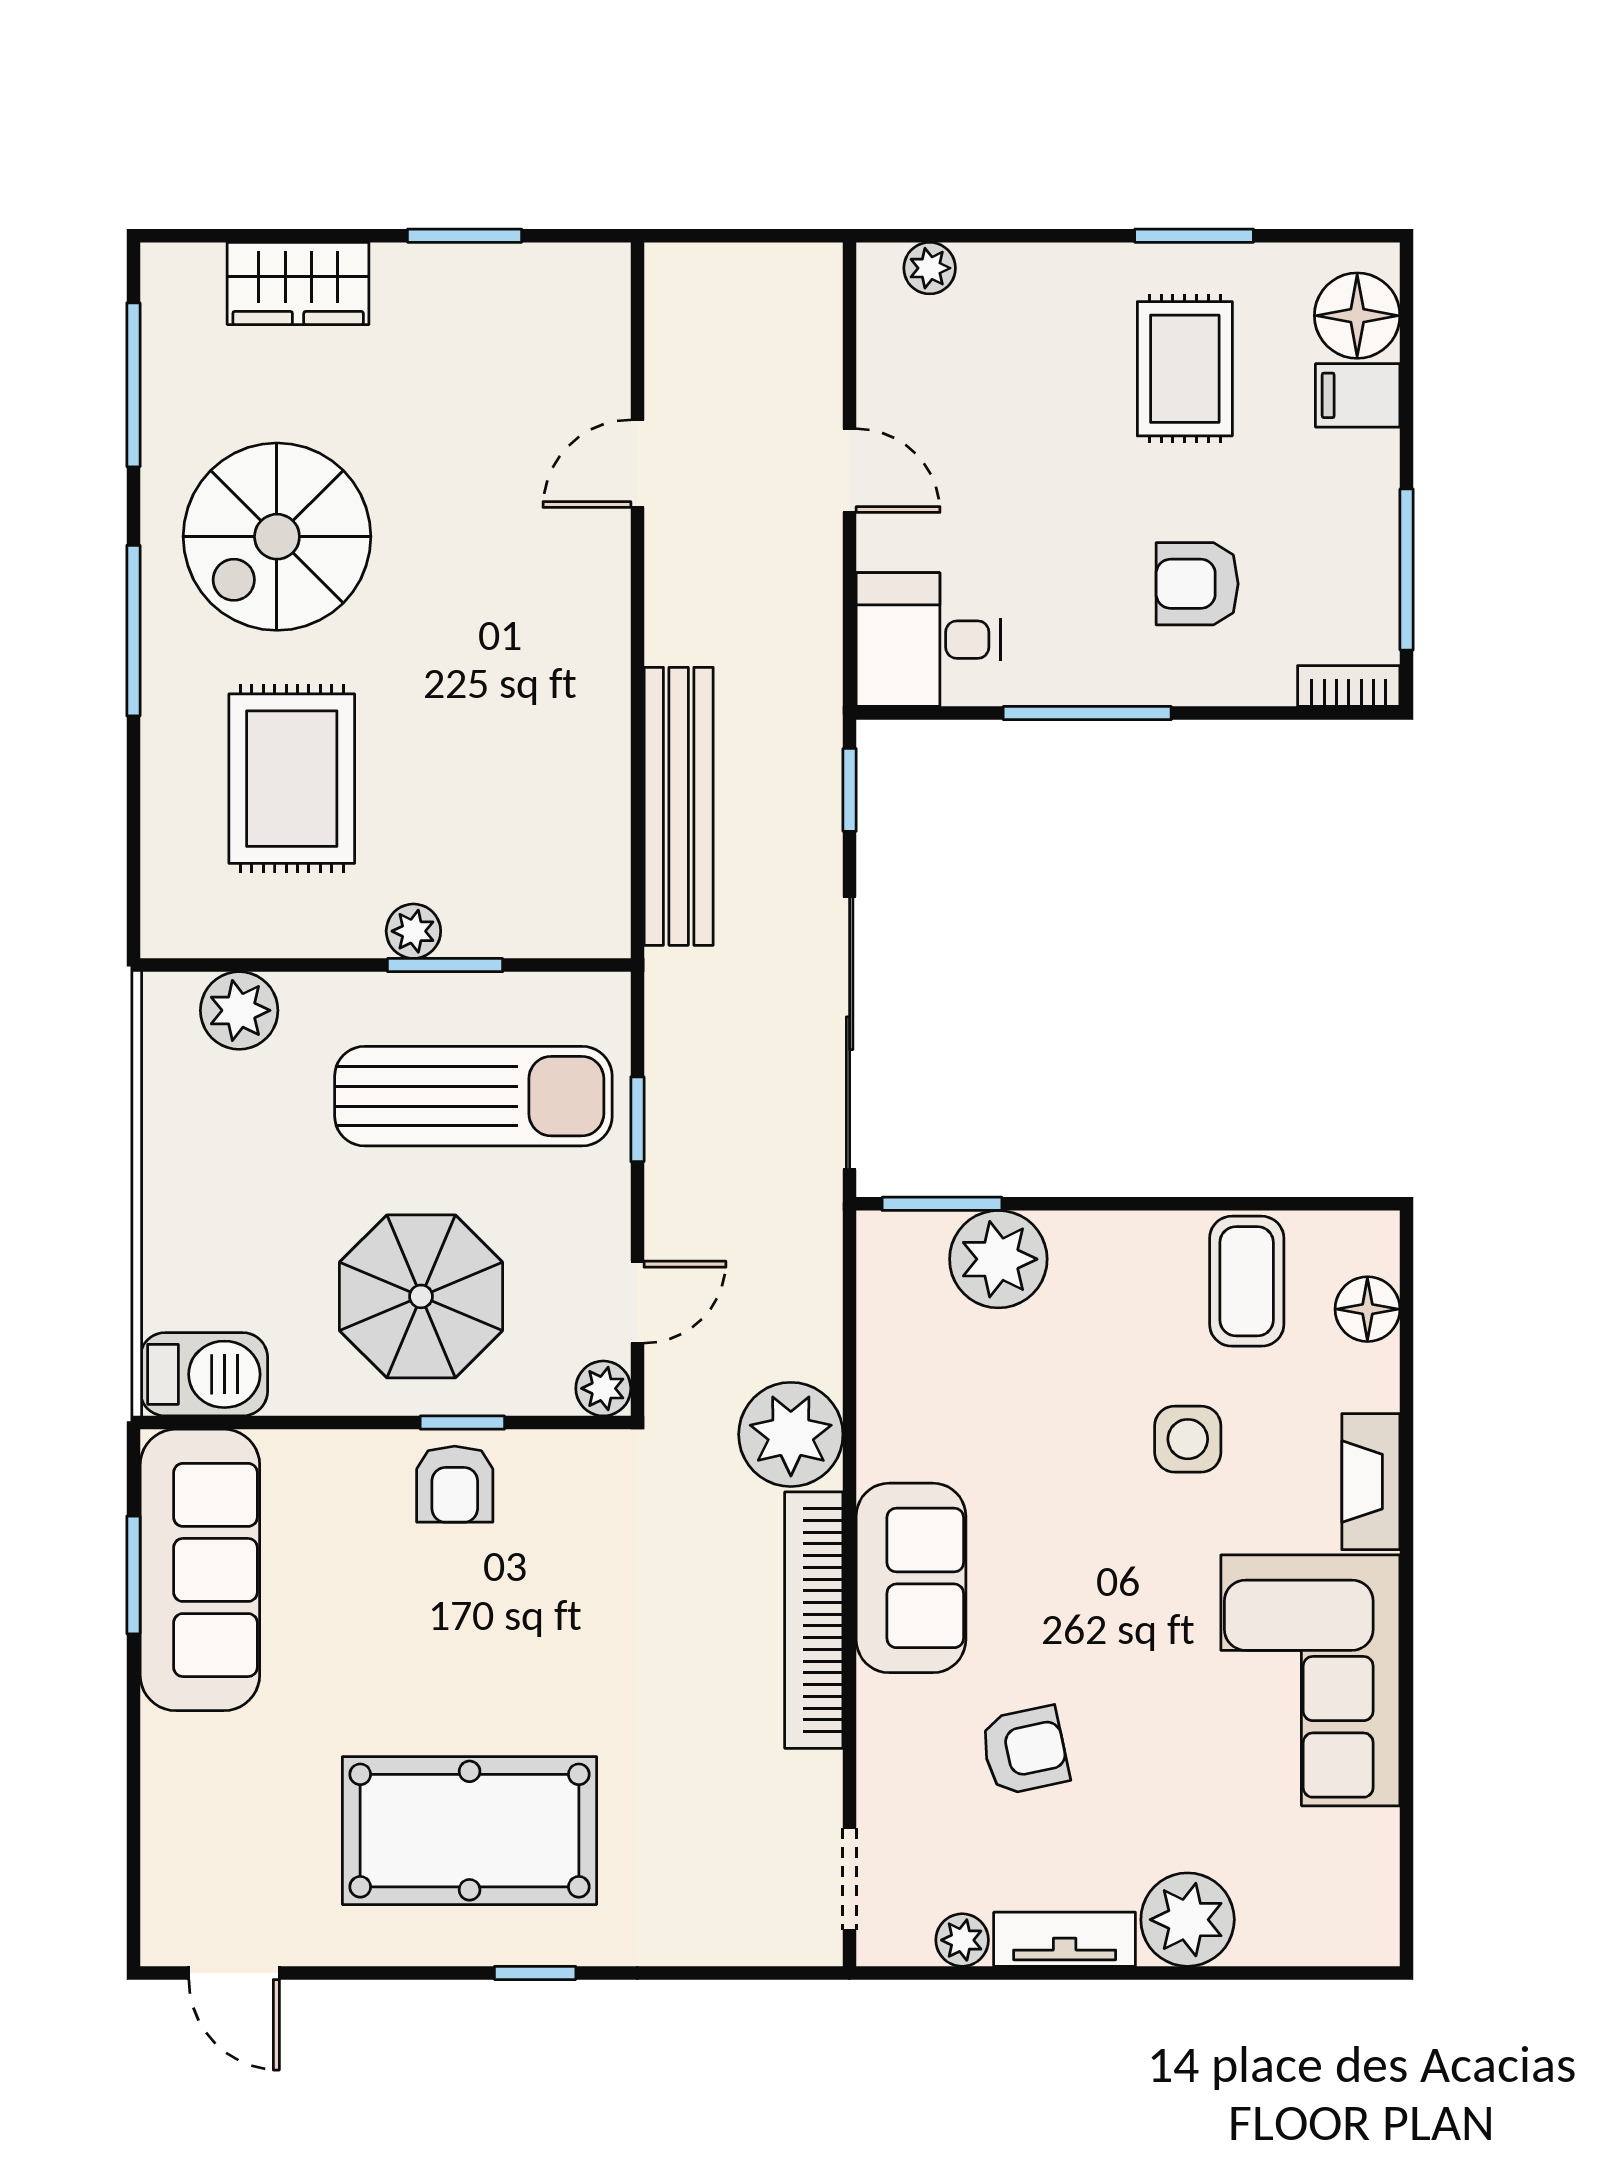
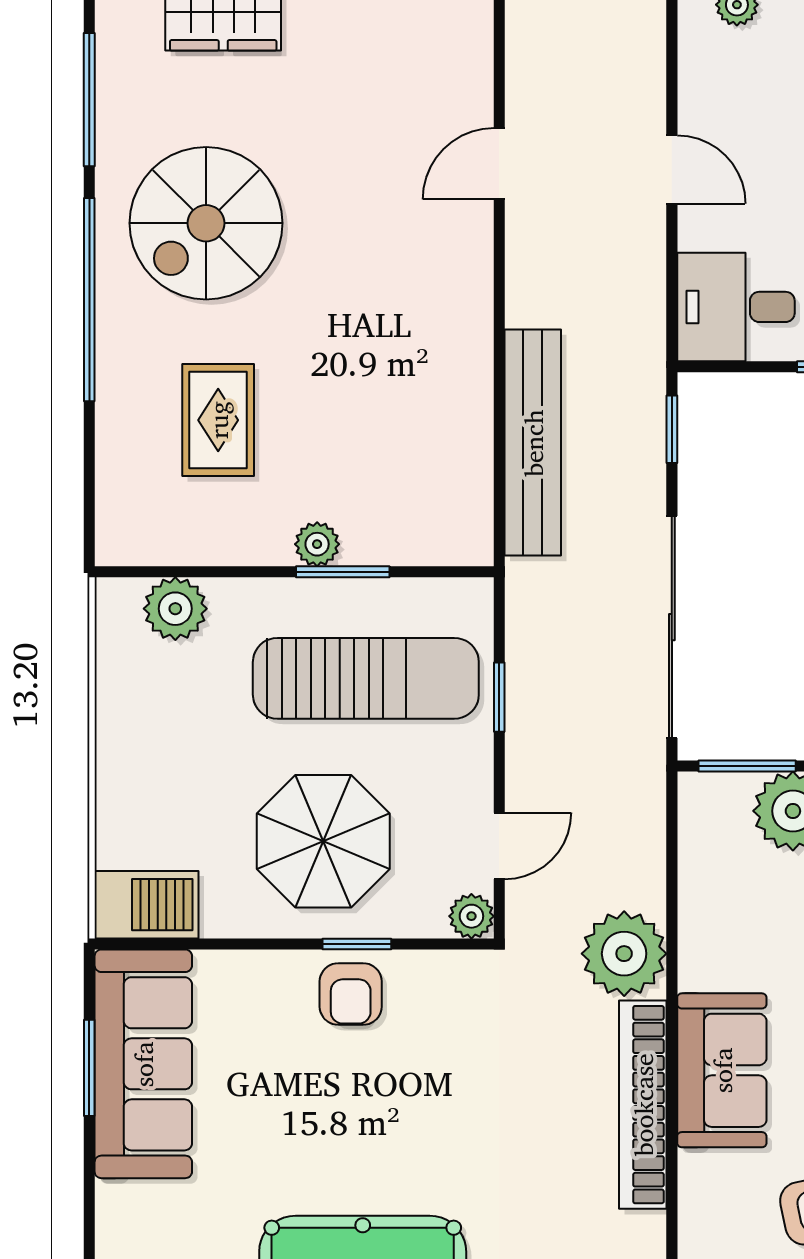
window: (133, 631) -> (89, 300), width x1.46
rug: (292, 779) -> (218, 420), width x0.73, depth x0.70

